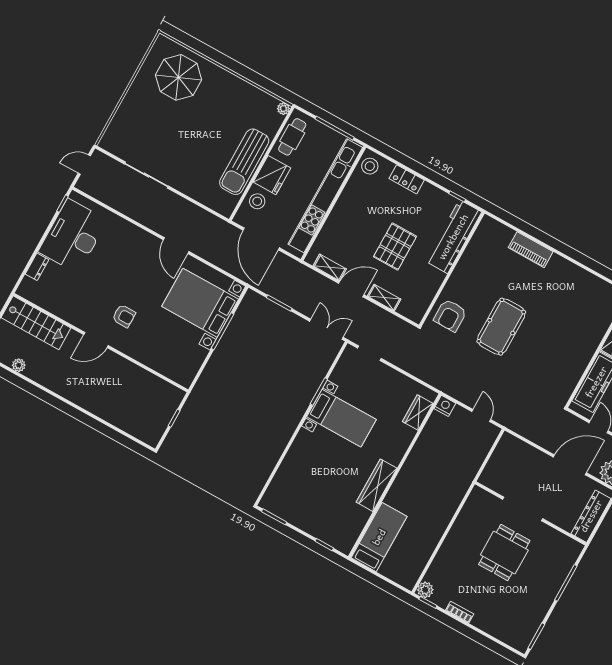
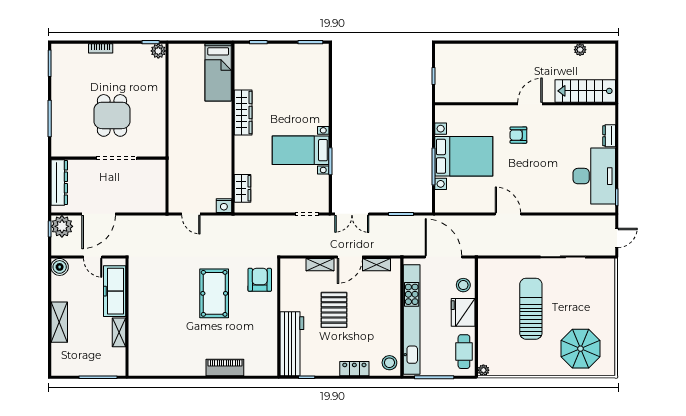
sun lounger: (244, 162) -> (531, 309), moved
bed with nightstands: (200, 303) -> (464, 156), moved
bookcase: (460, 612) -> (101, 48), moved

